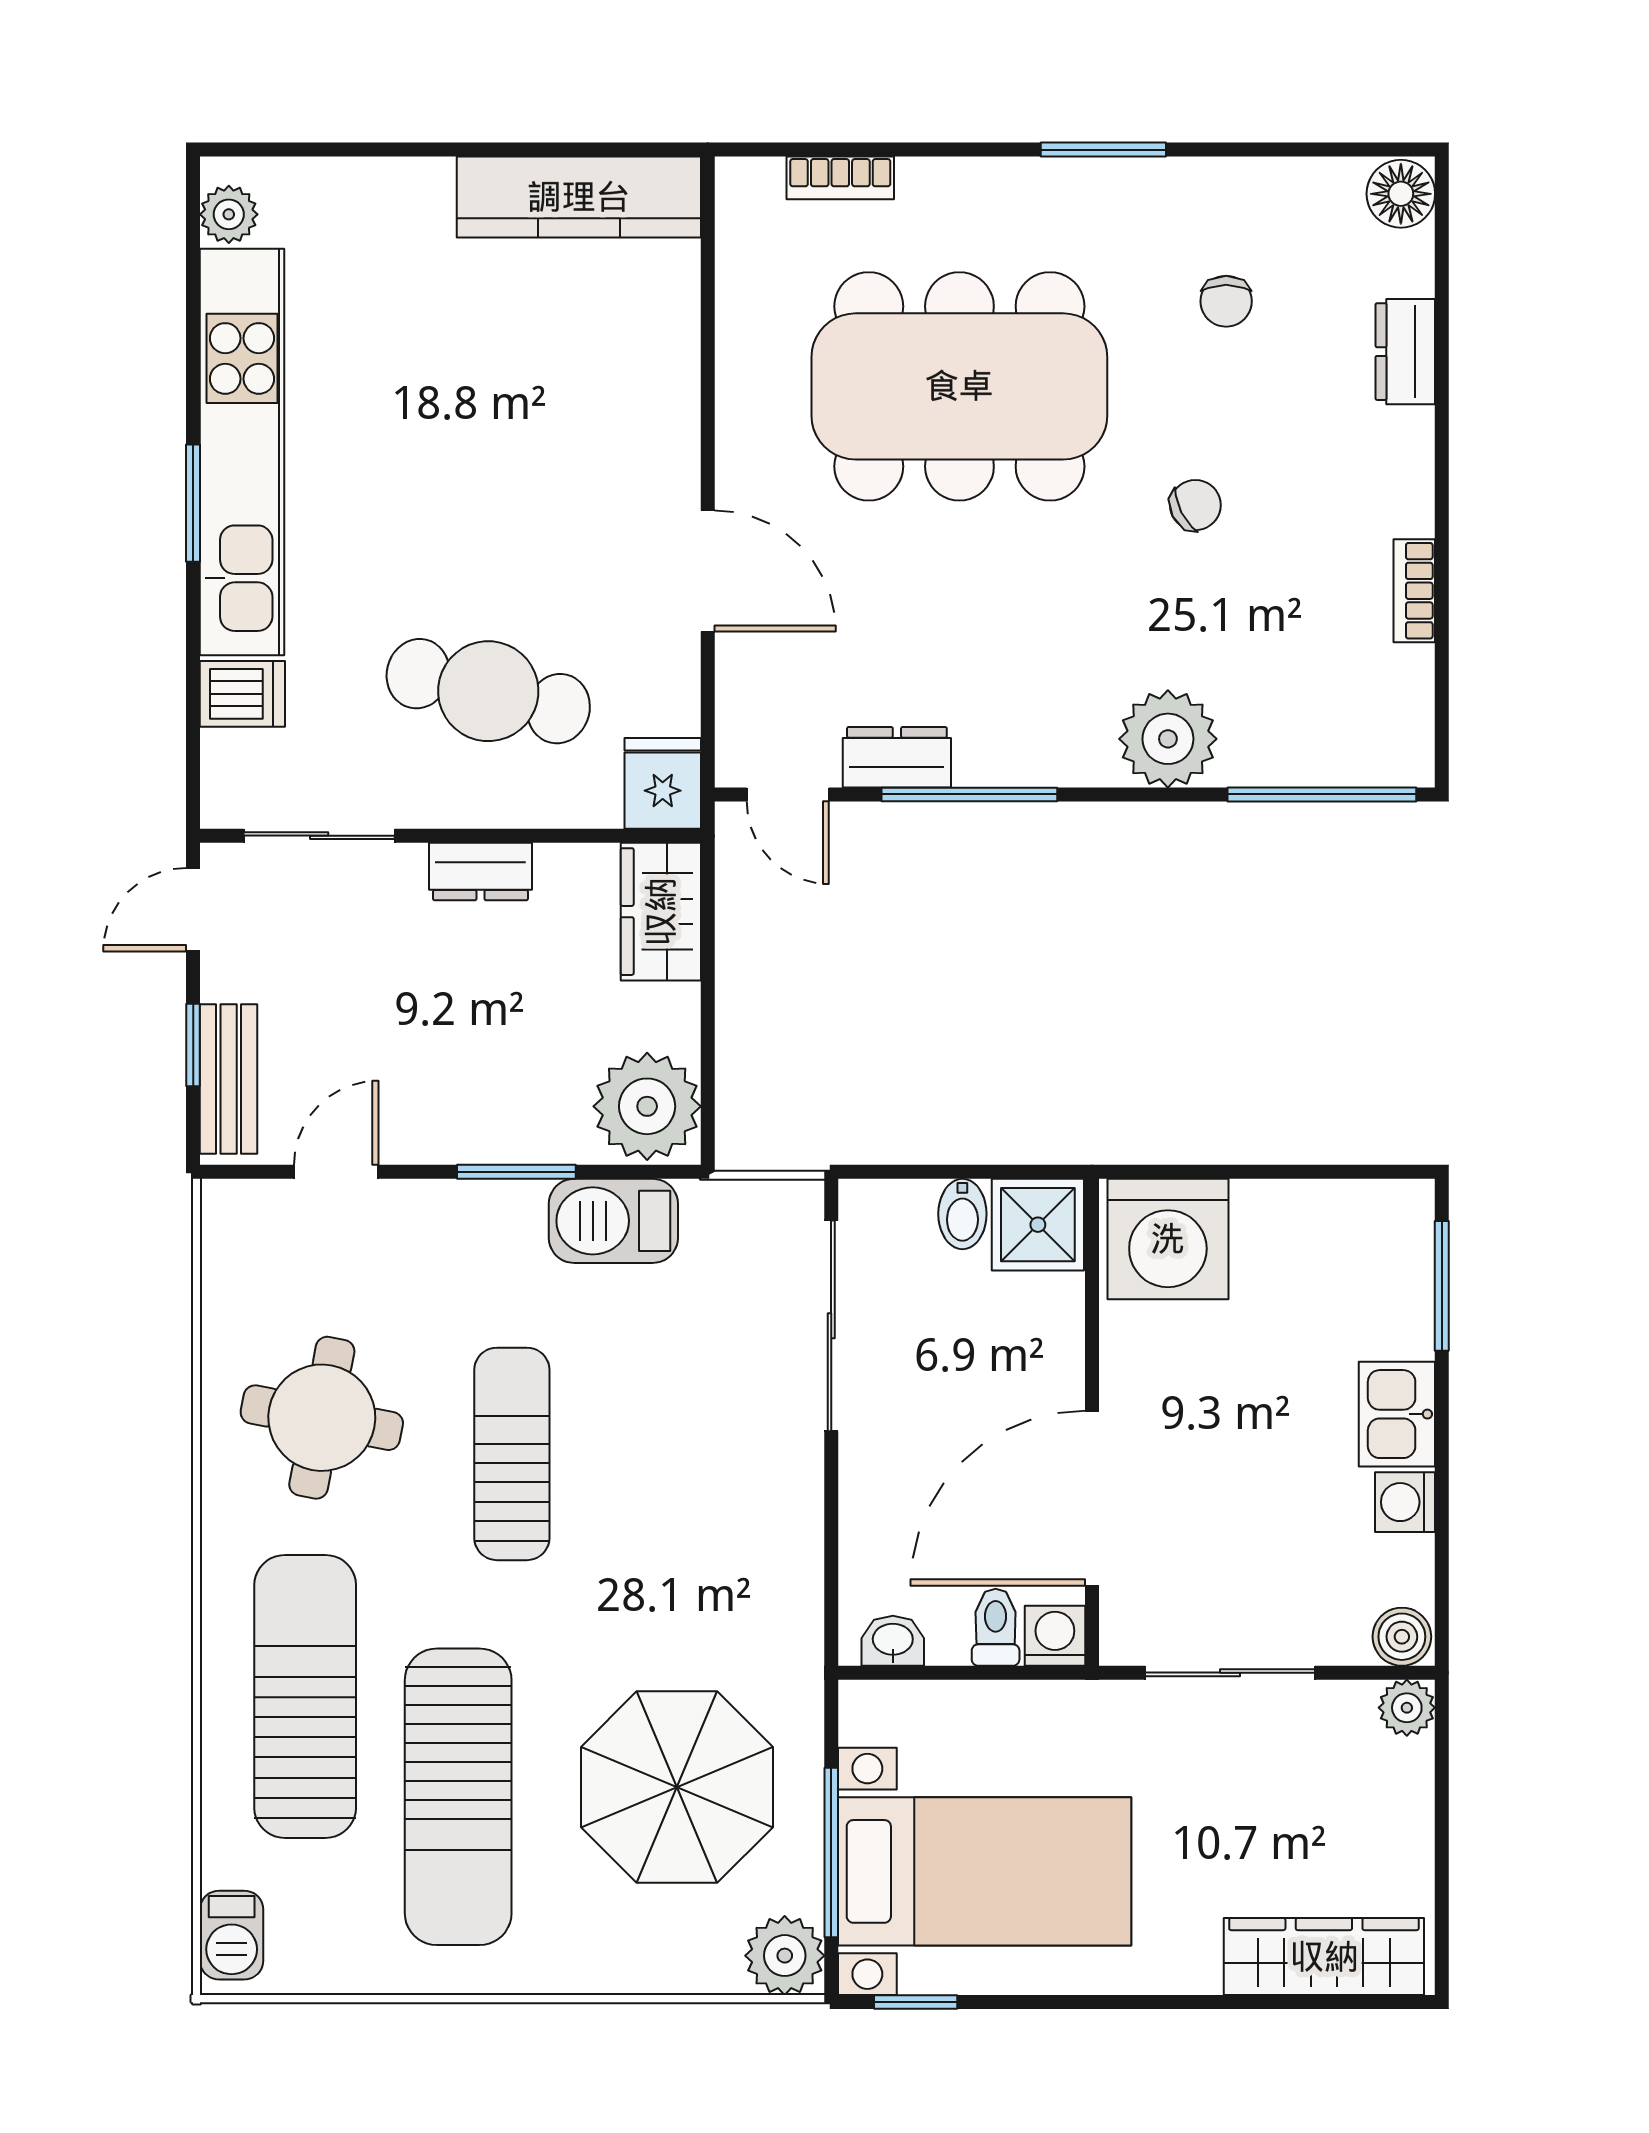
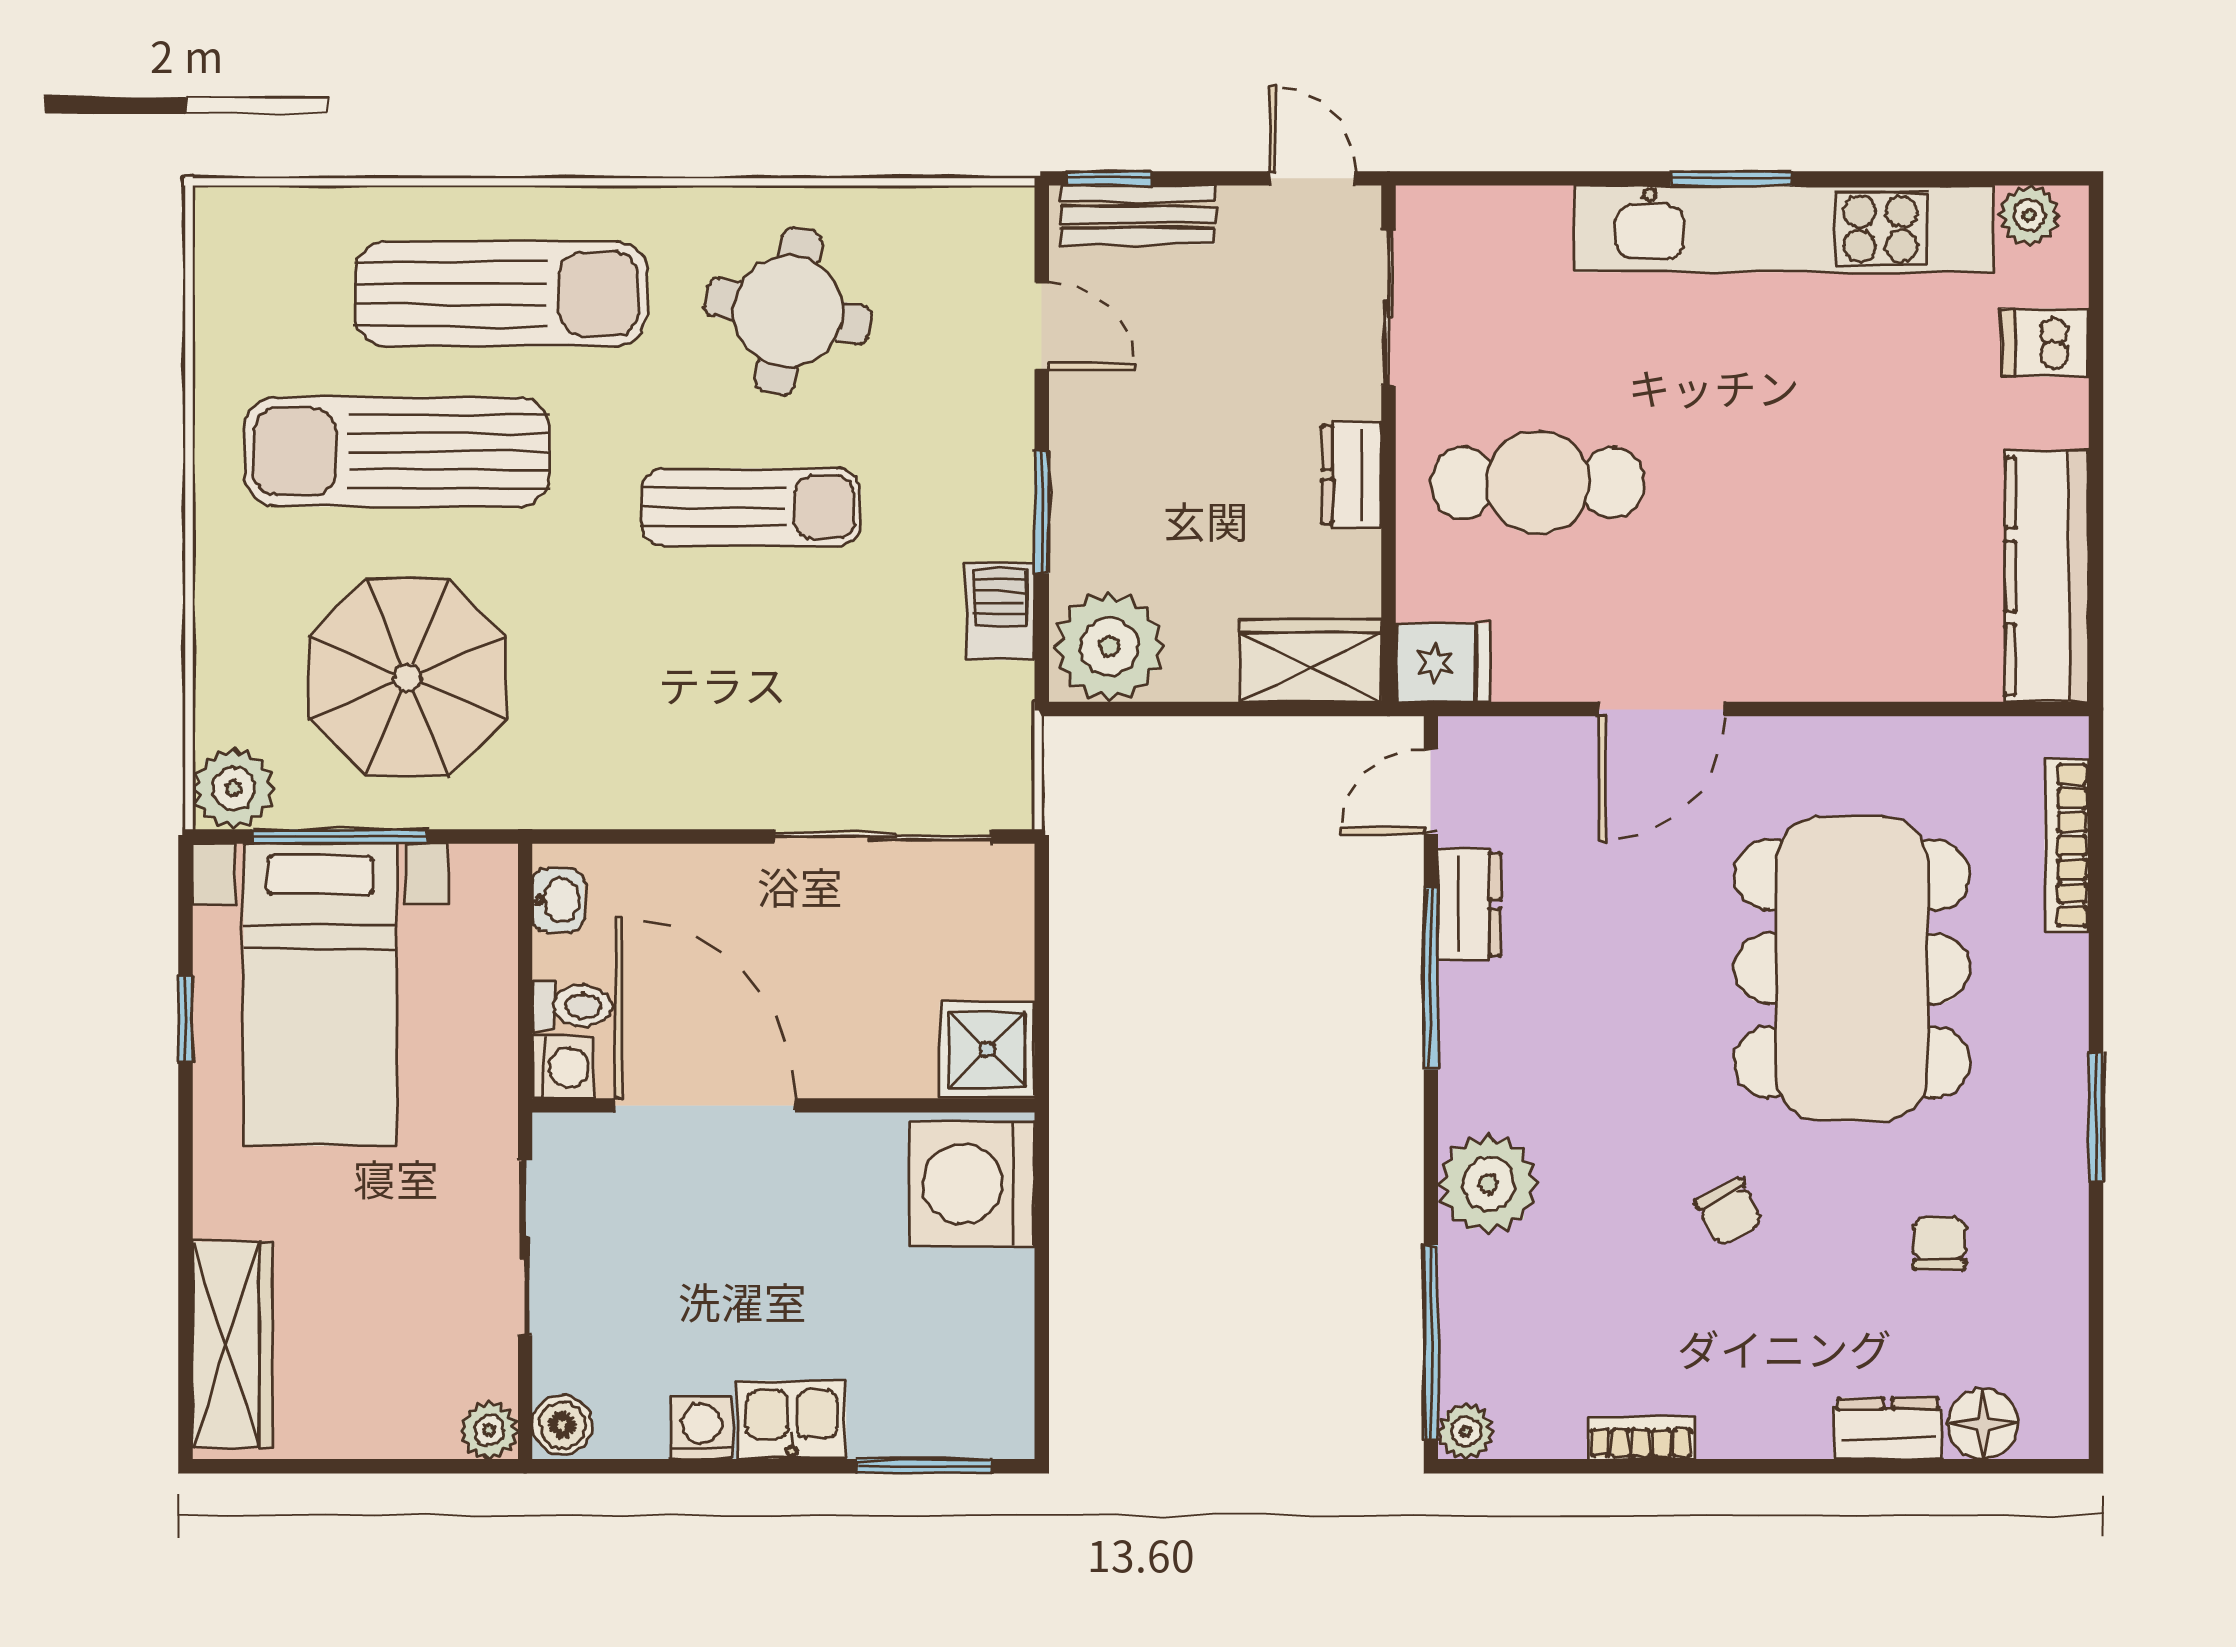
bookcase: (840, 178) -> (2067, 846), width x1.56
floor lamp: (1401, 194) -> (1983, 1424), moved
chair: (1226, 301) -> (1940, 1244), turned 90
cafe table: (488, 691) -> (1537, 483), turned 76
dishwasher: (242, 694) -> (2045, 343), moved, turned 90
plant: (1408, 761) -> (1466, 1431), added
window: (193, 1045) -> (1108, 178), moved
bidet: (962, 1214) -> (998, 972), removed
barbecue: (613, 1221) -> (1000, 612), width x0.73, depth x0.79
barbecue: (232, 1935) -> (255, 218), removed
window: (916, 2002) -> (185, 1019), moved

